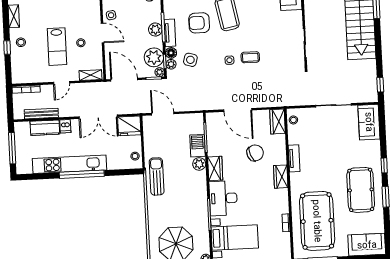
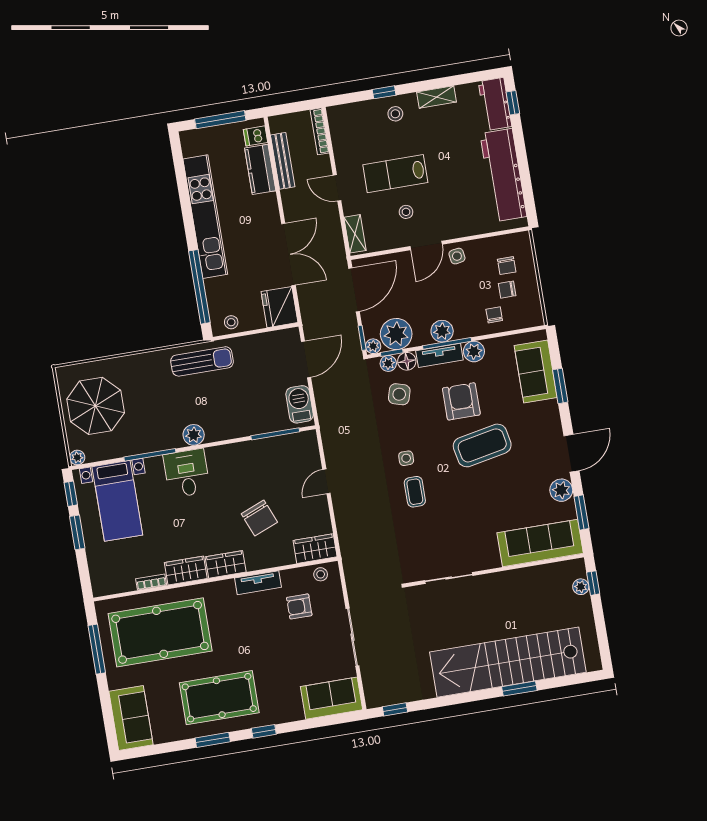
plant: (170, 12) -> (474, 351), added
door: (238, 110) -> (326, 481), width x0.53
double door: (98, 117) -> (288, 254), swing flipped
dishwasher: (65, 126) -> (256, 136), moved
armchair: (311, 135) -> (299, 606), added
barbecue: (198, 146) -> (300, 404), moved, turned -90
plant: (199, 164) -> (194, 435), moved
wardrobe: (215, 168) -> (186, 571), moved, turned 180
window: (82, 174) -> (199, 287), moved
desk: (223, 198) -> (187, 473), width x0.73

